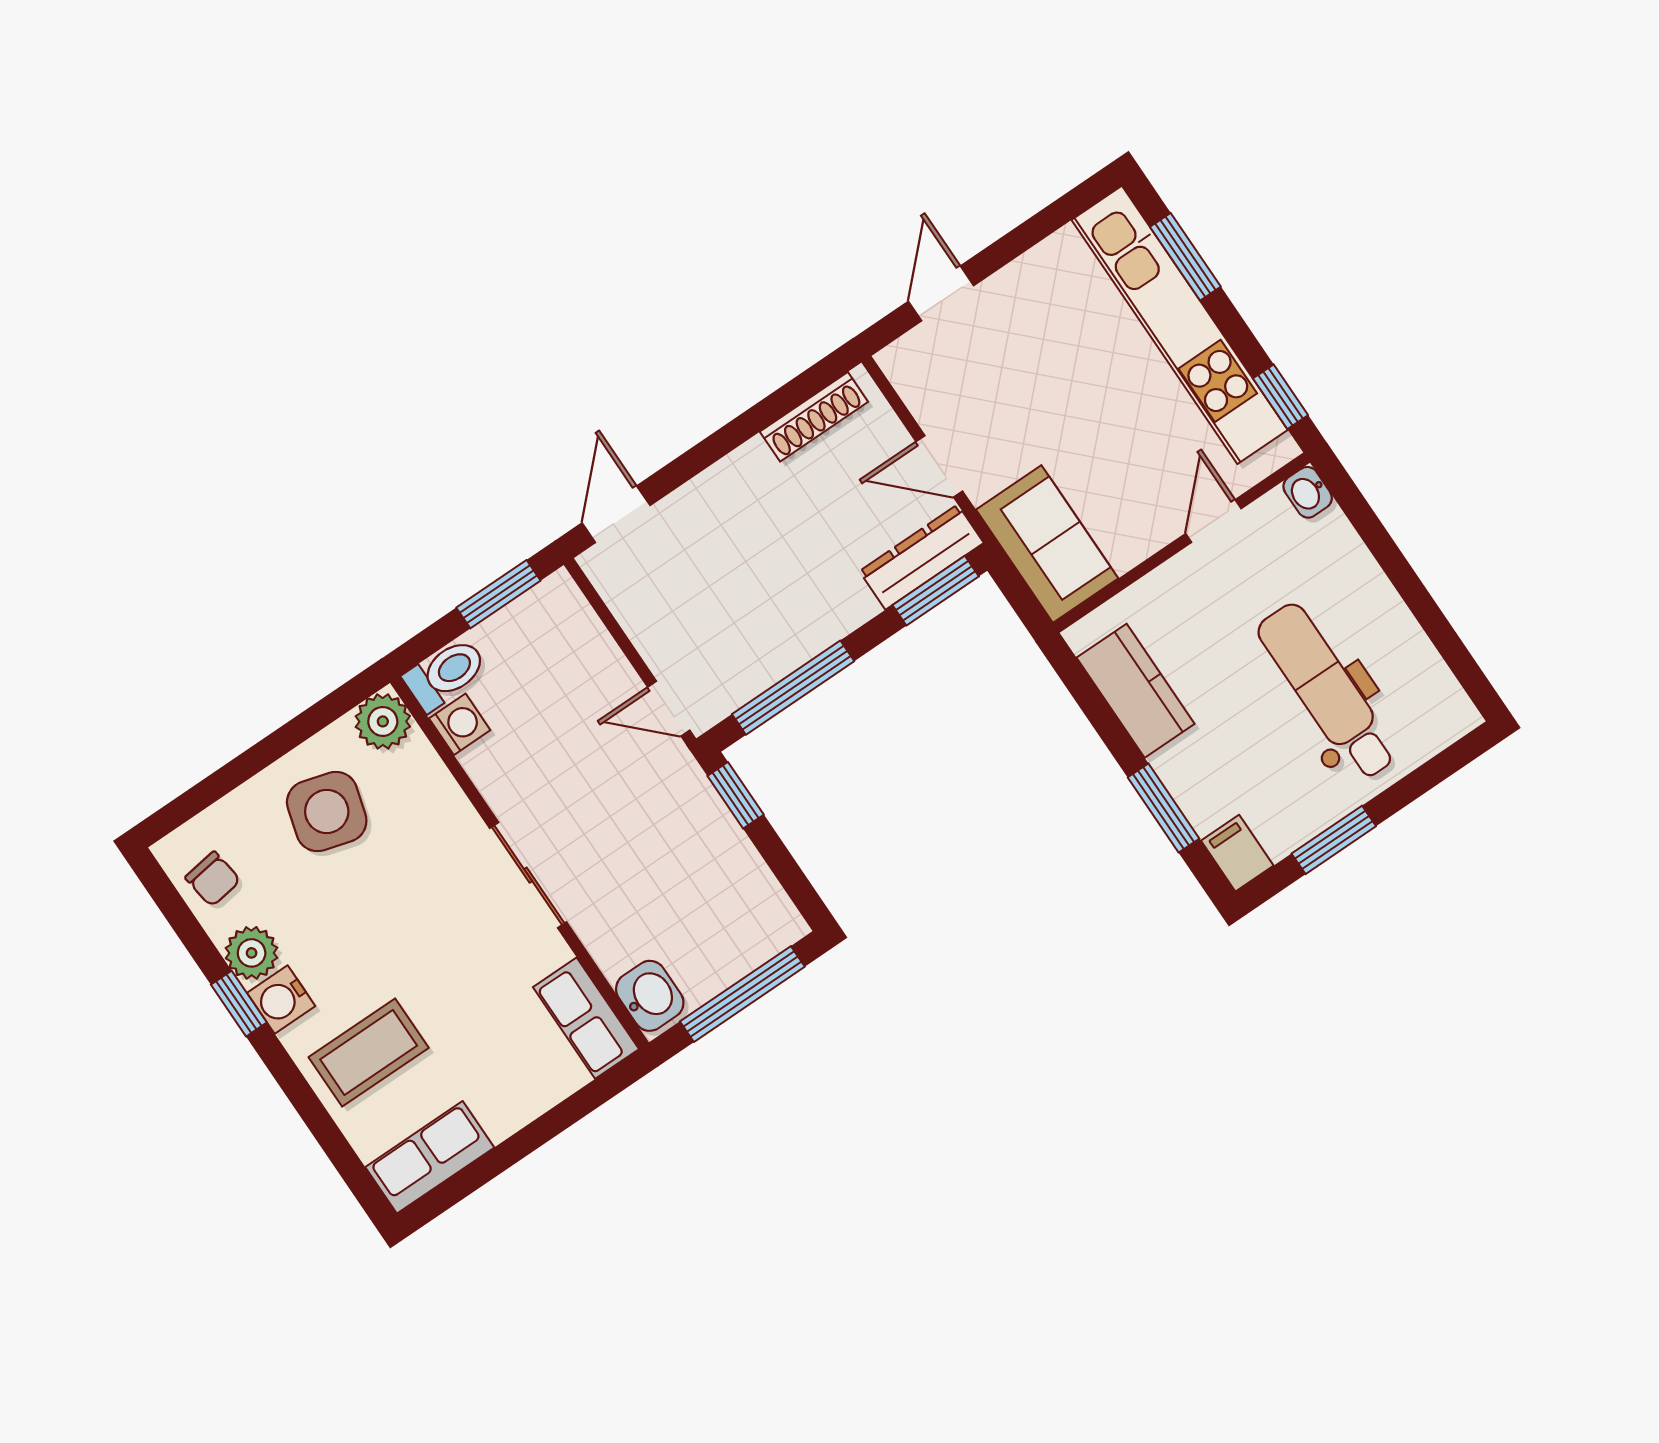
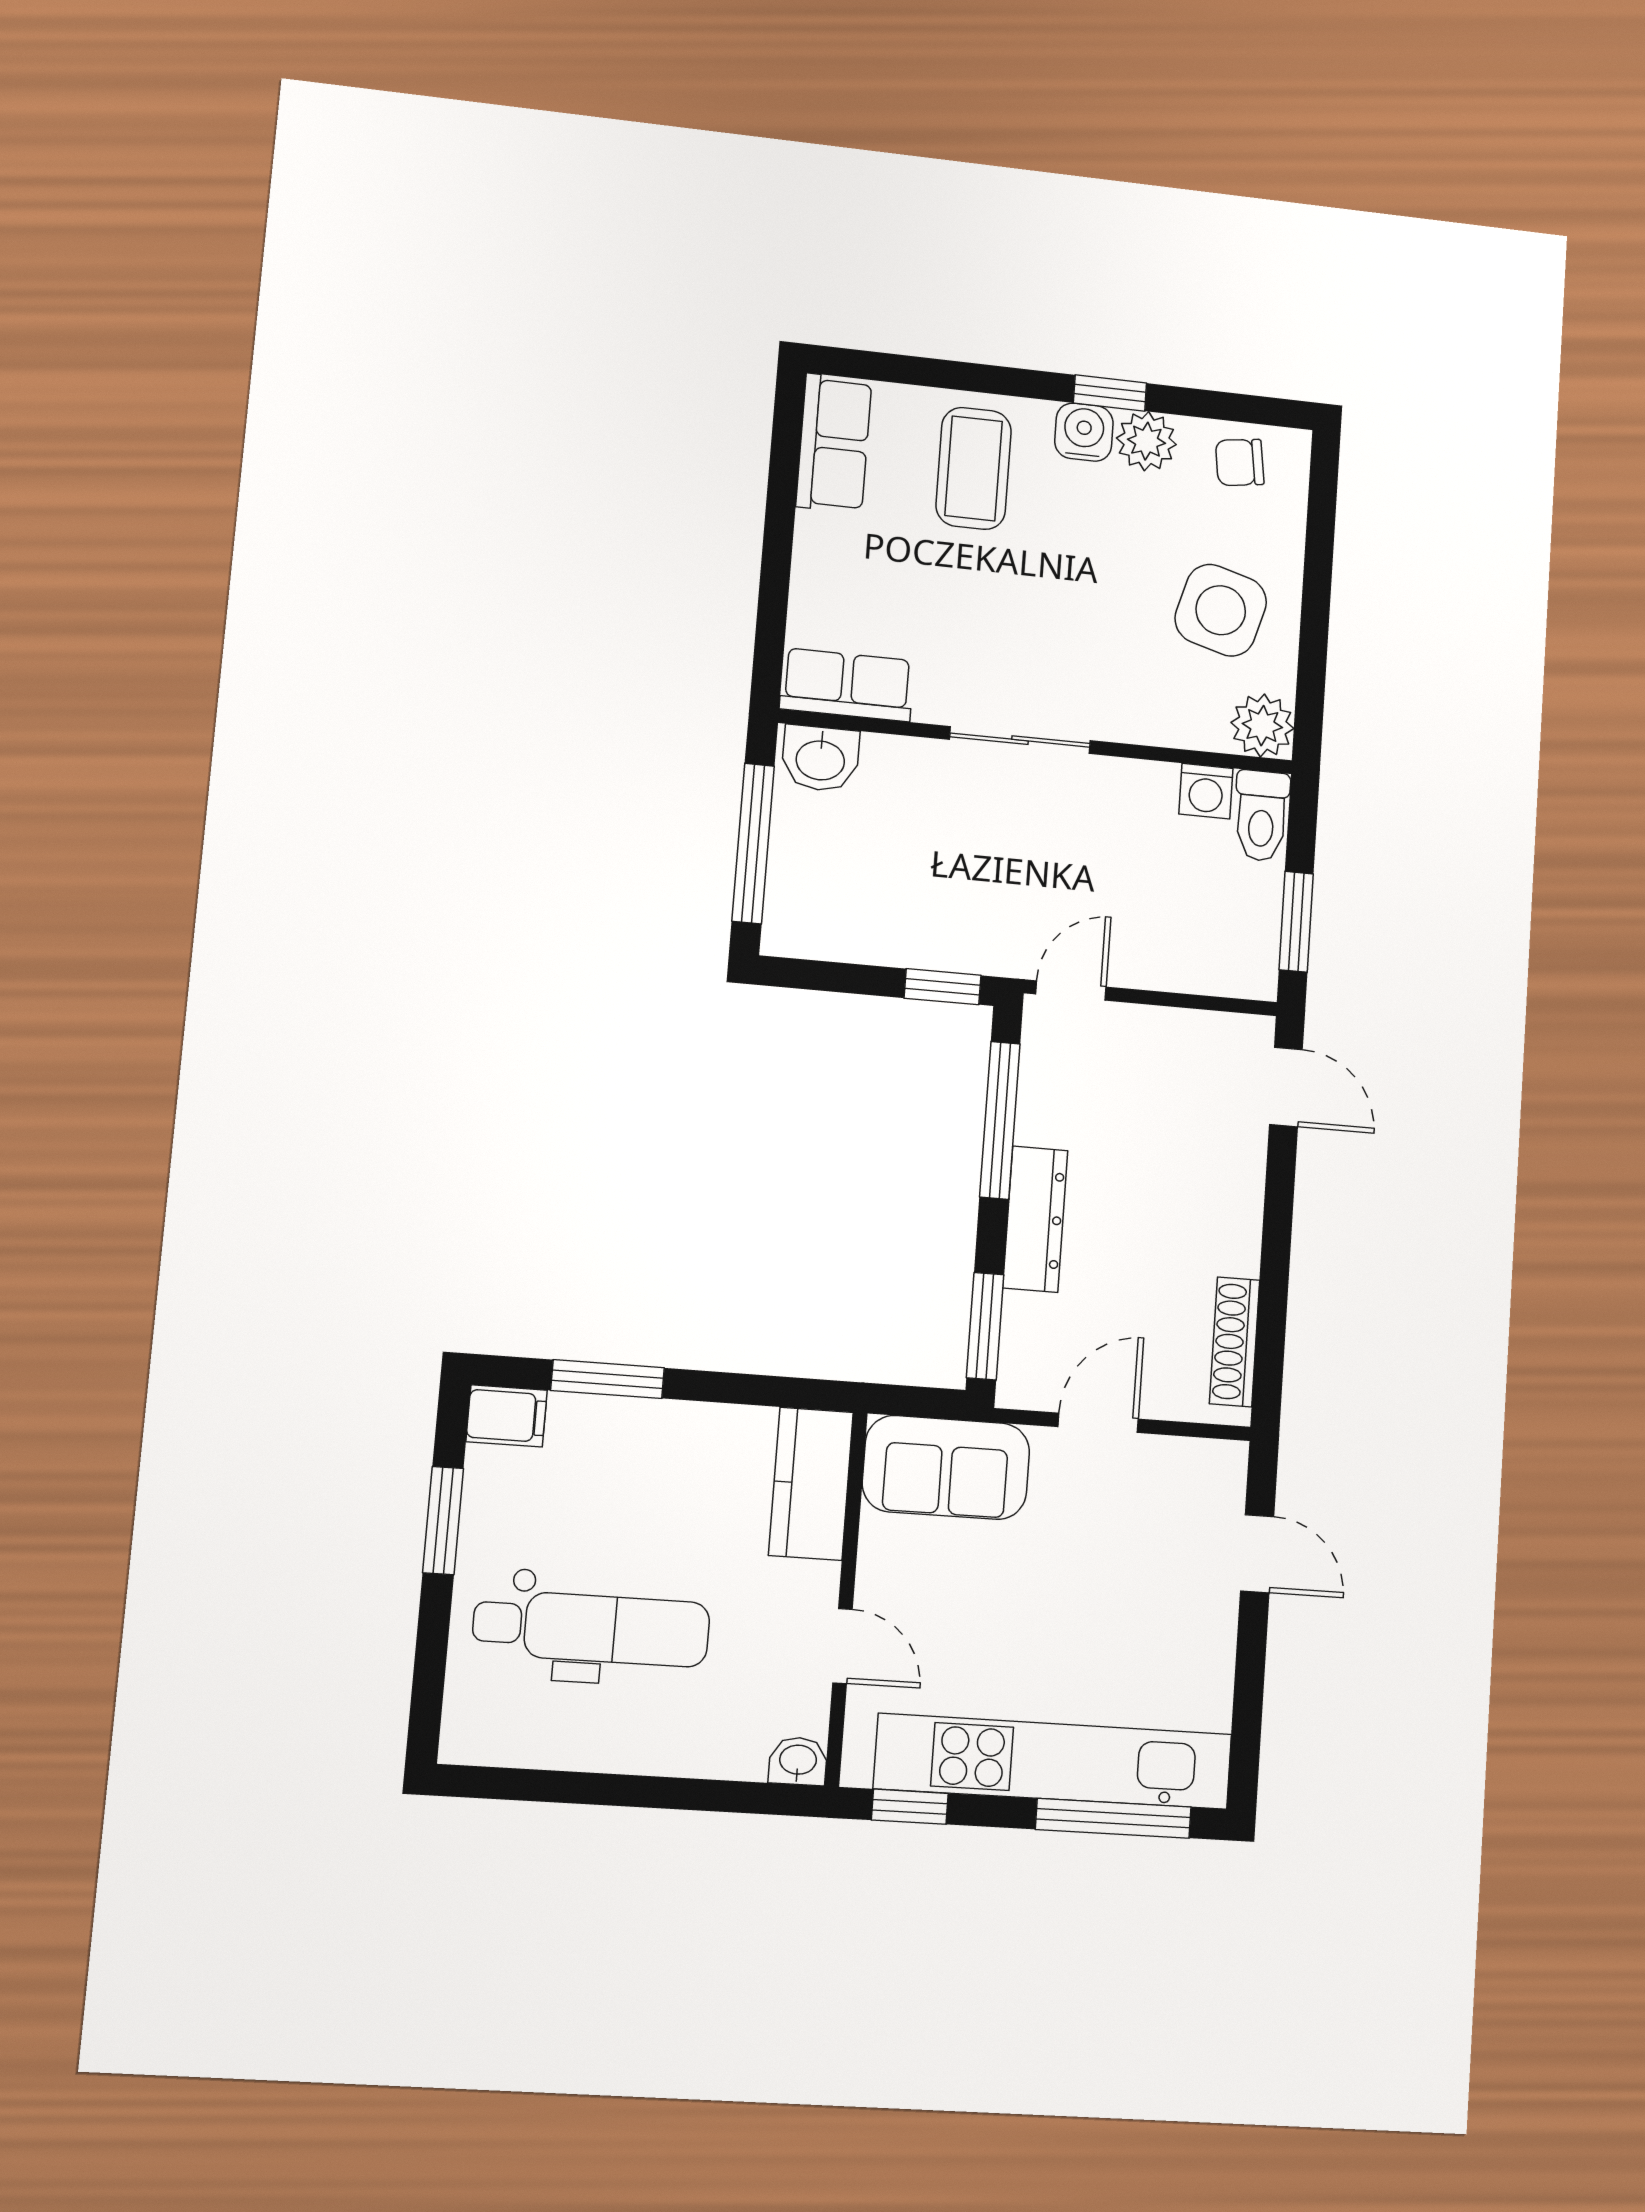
window: (1185, 257) -> (1113, 1818), width x1.44
dresser: (921, 557) -> (1035, 1219), moved
kitchen counter: (1136, 691) -> (811, 1484), moved, turned 90

